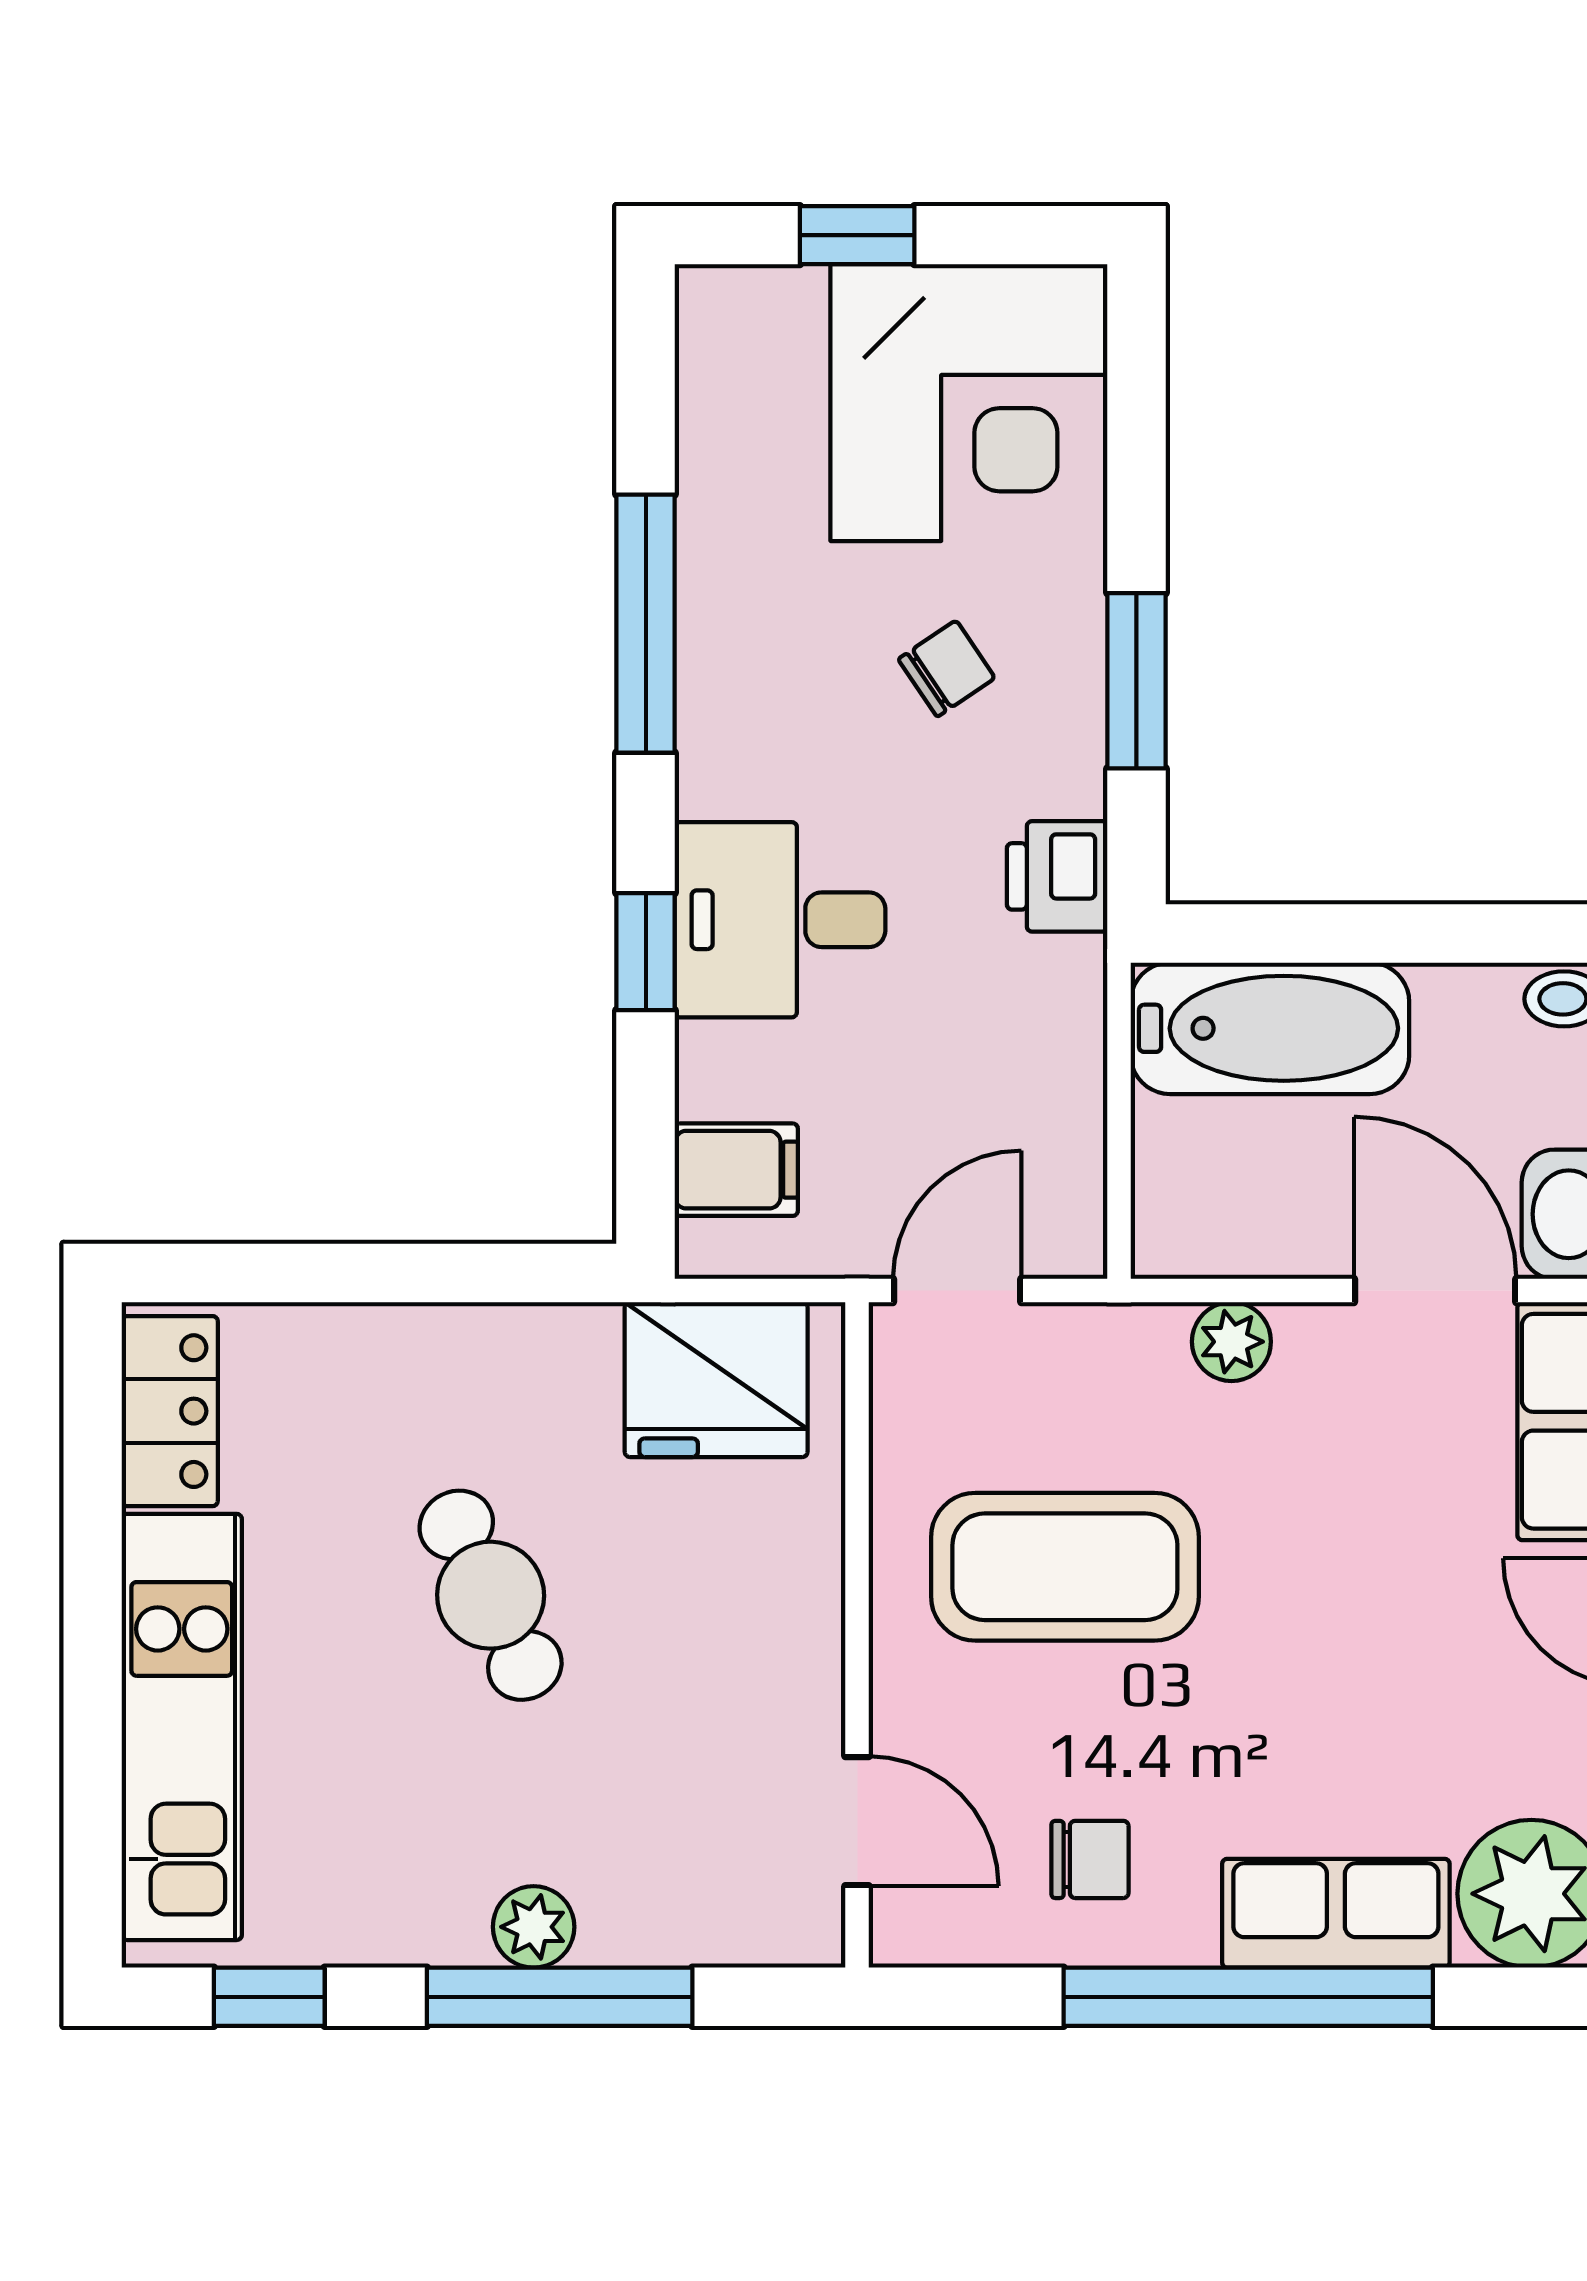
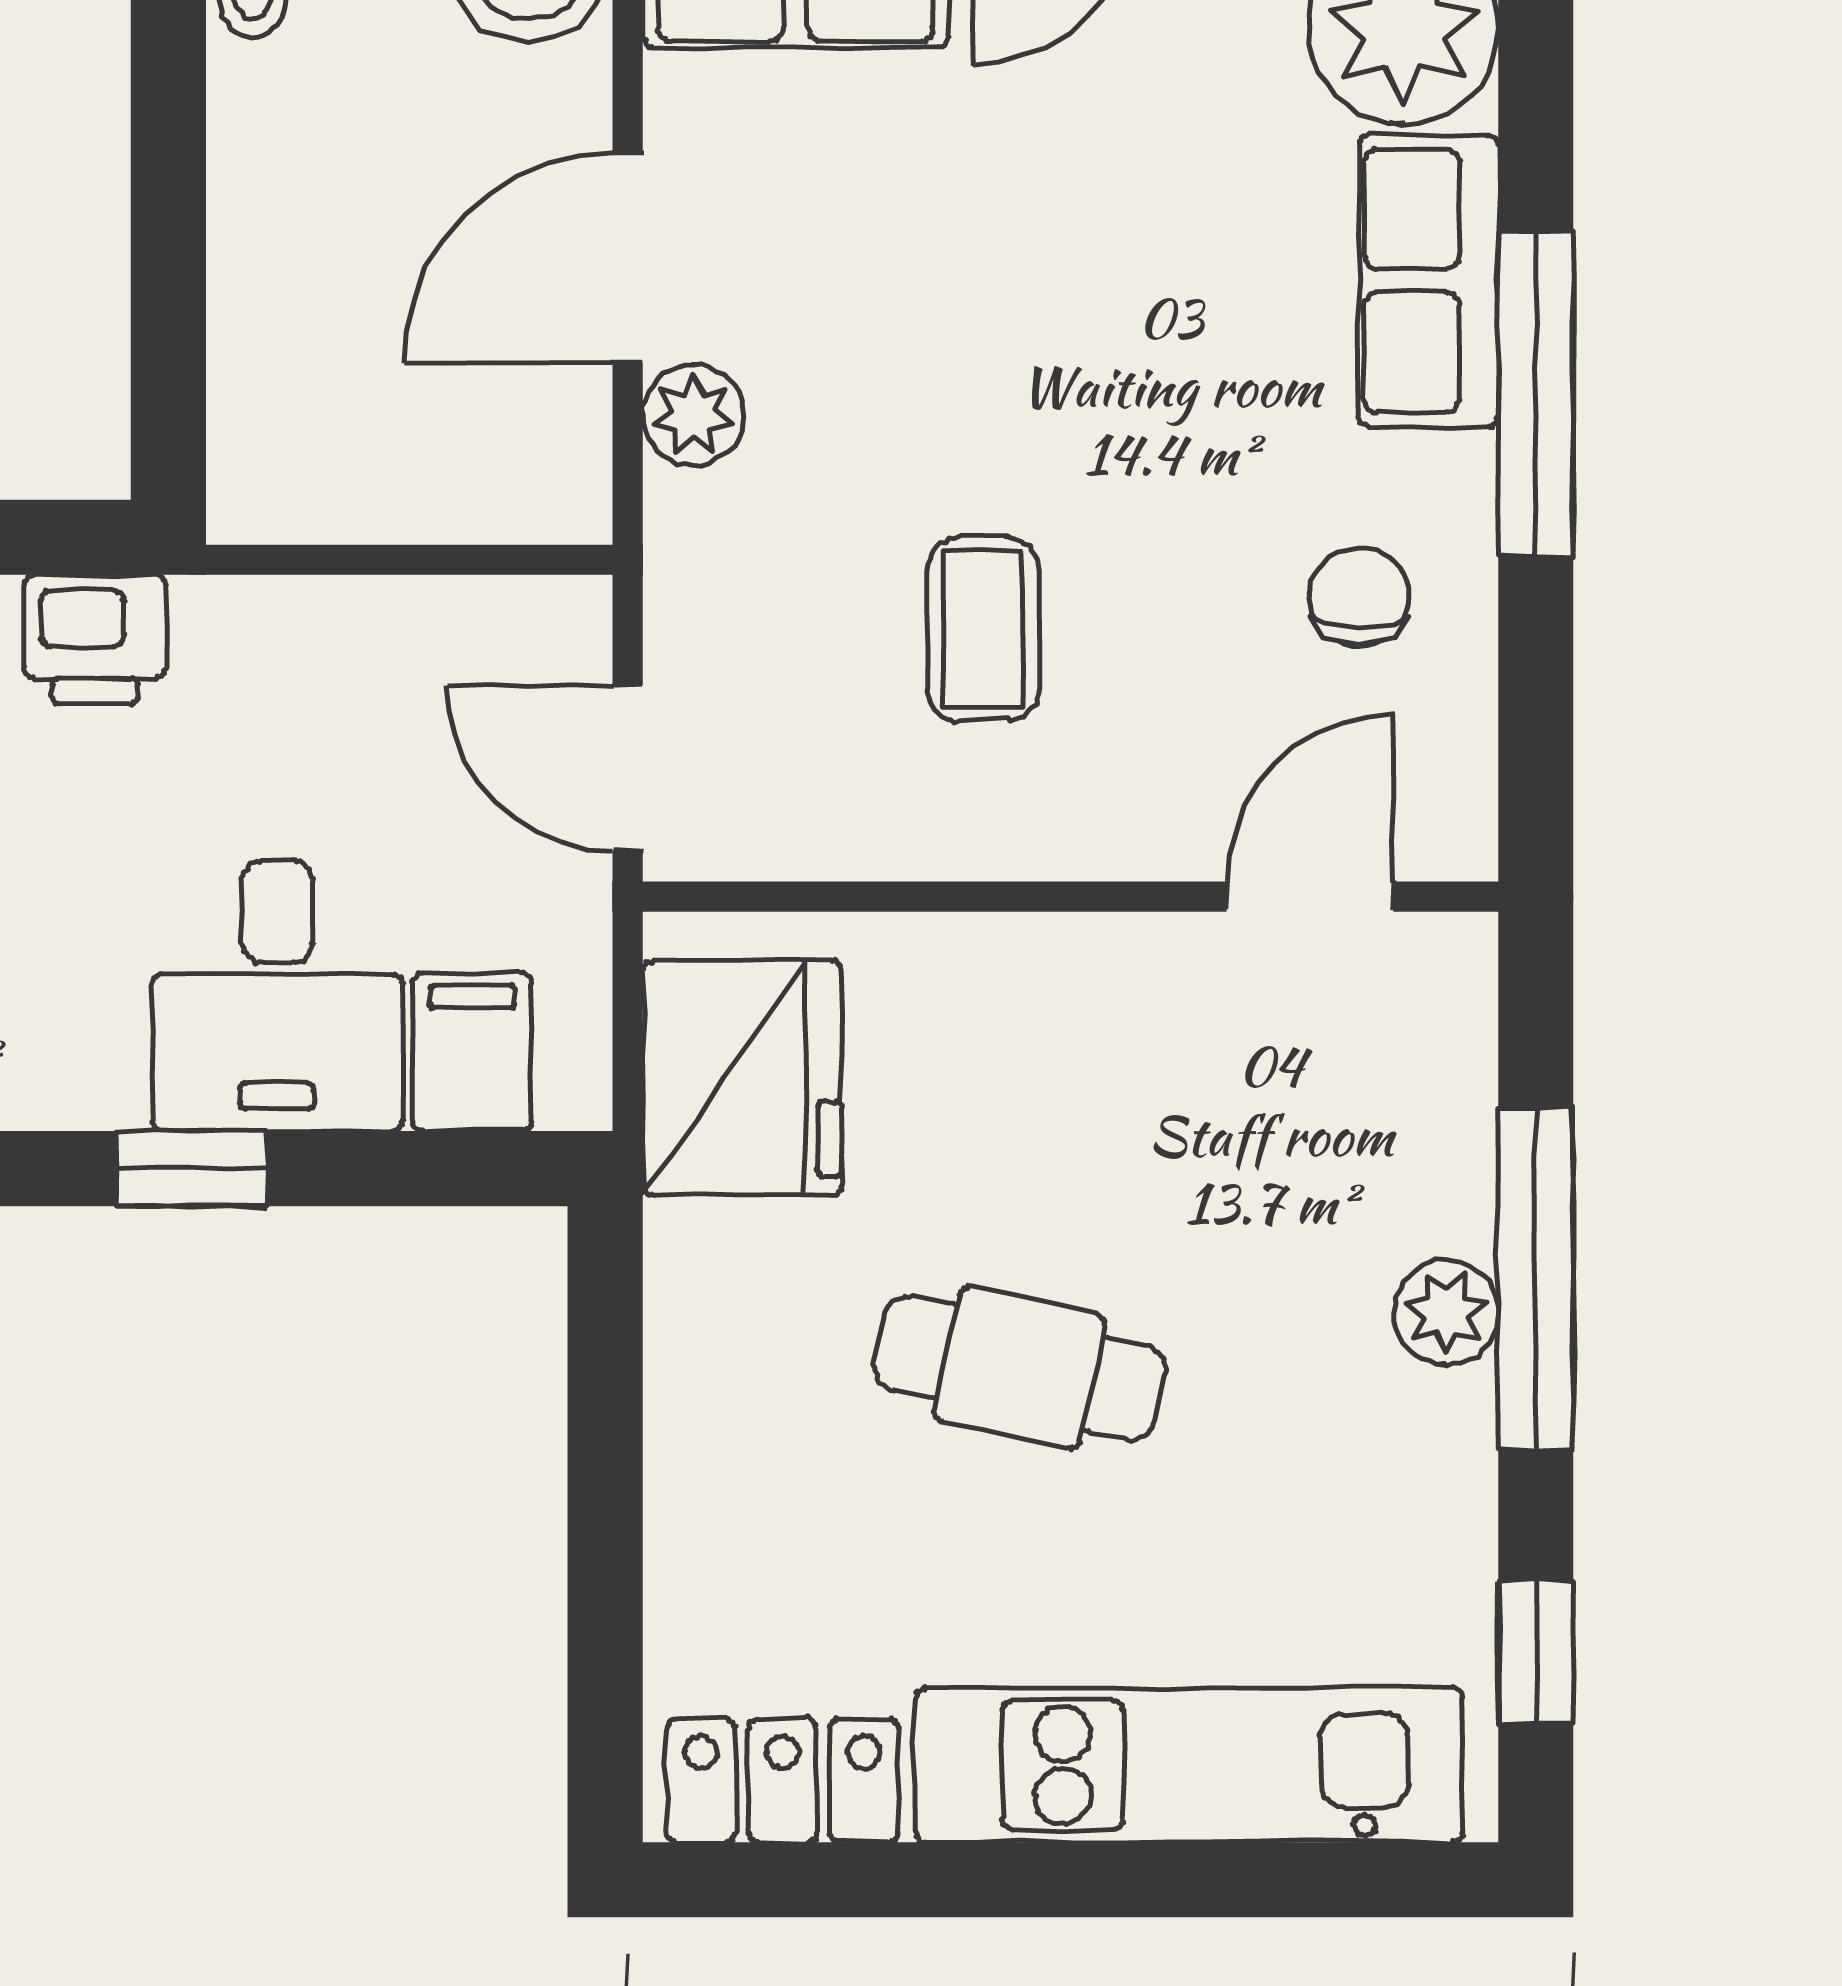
desk: (780, 920) -> (277, 996), moved
bathtub: (1270, 1028) -> (290, 366), removed
door: (1435, 1291) -> (628, 258), moved
coffee table: (1065, 1567) -> (983, 629), width x0.54, depth x0.58
cafe table: (491, 1595) -> (1019, 1368), turned 38
window: (1248, 1997) -> (1536, 394), width x0.68

